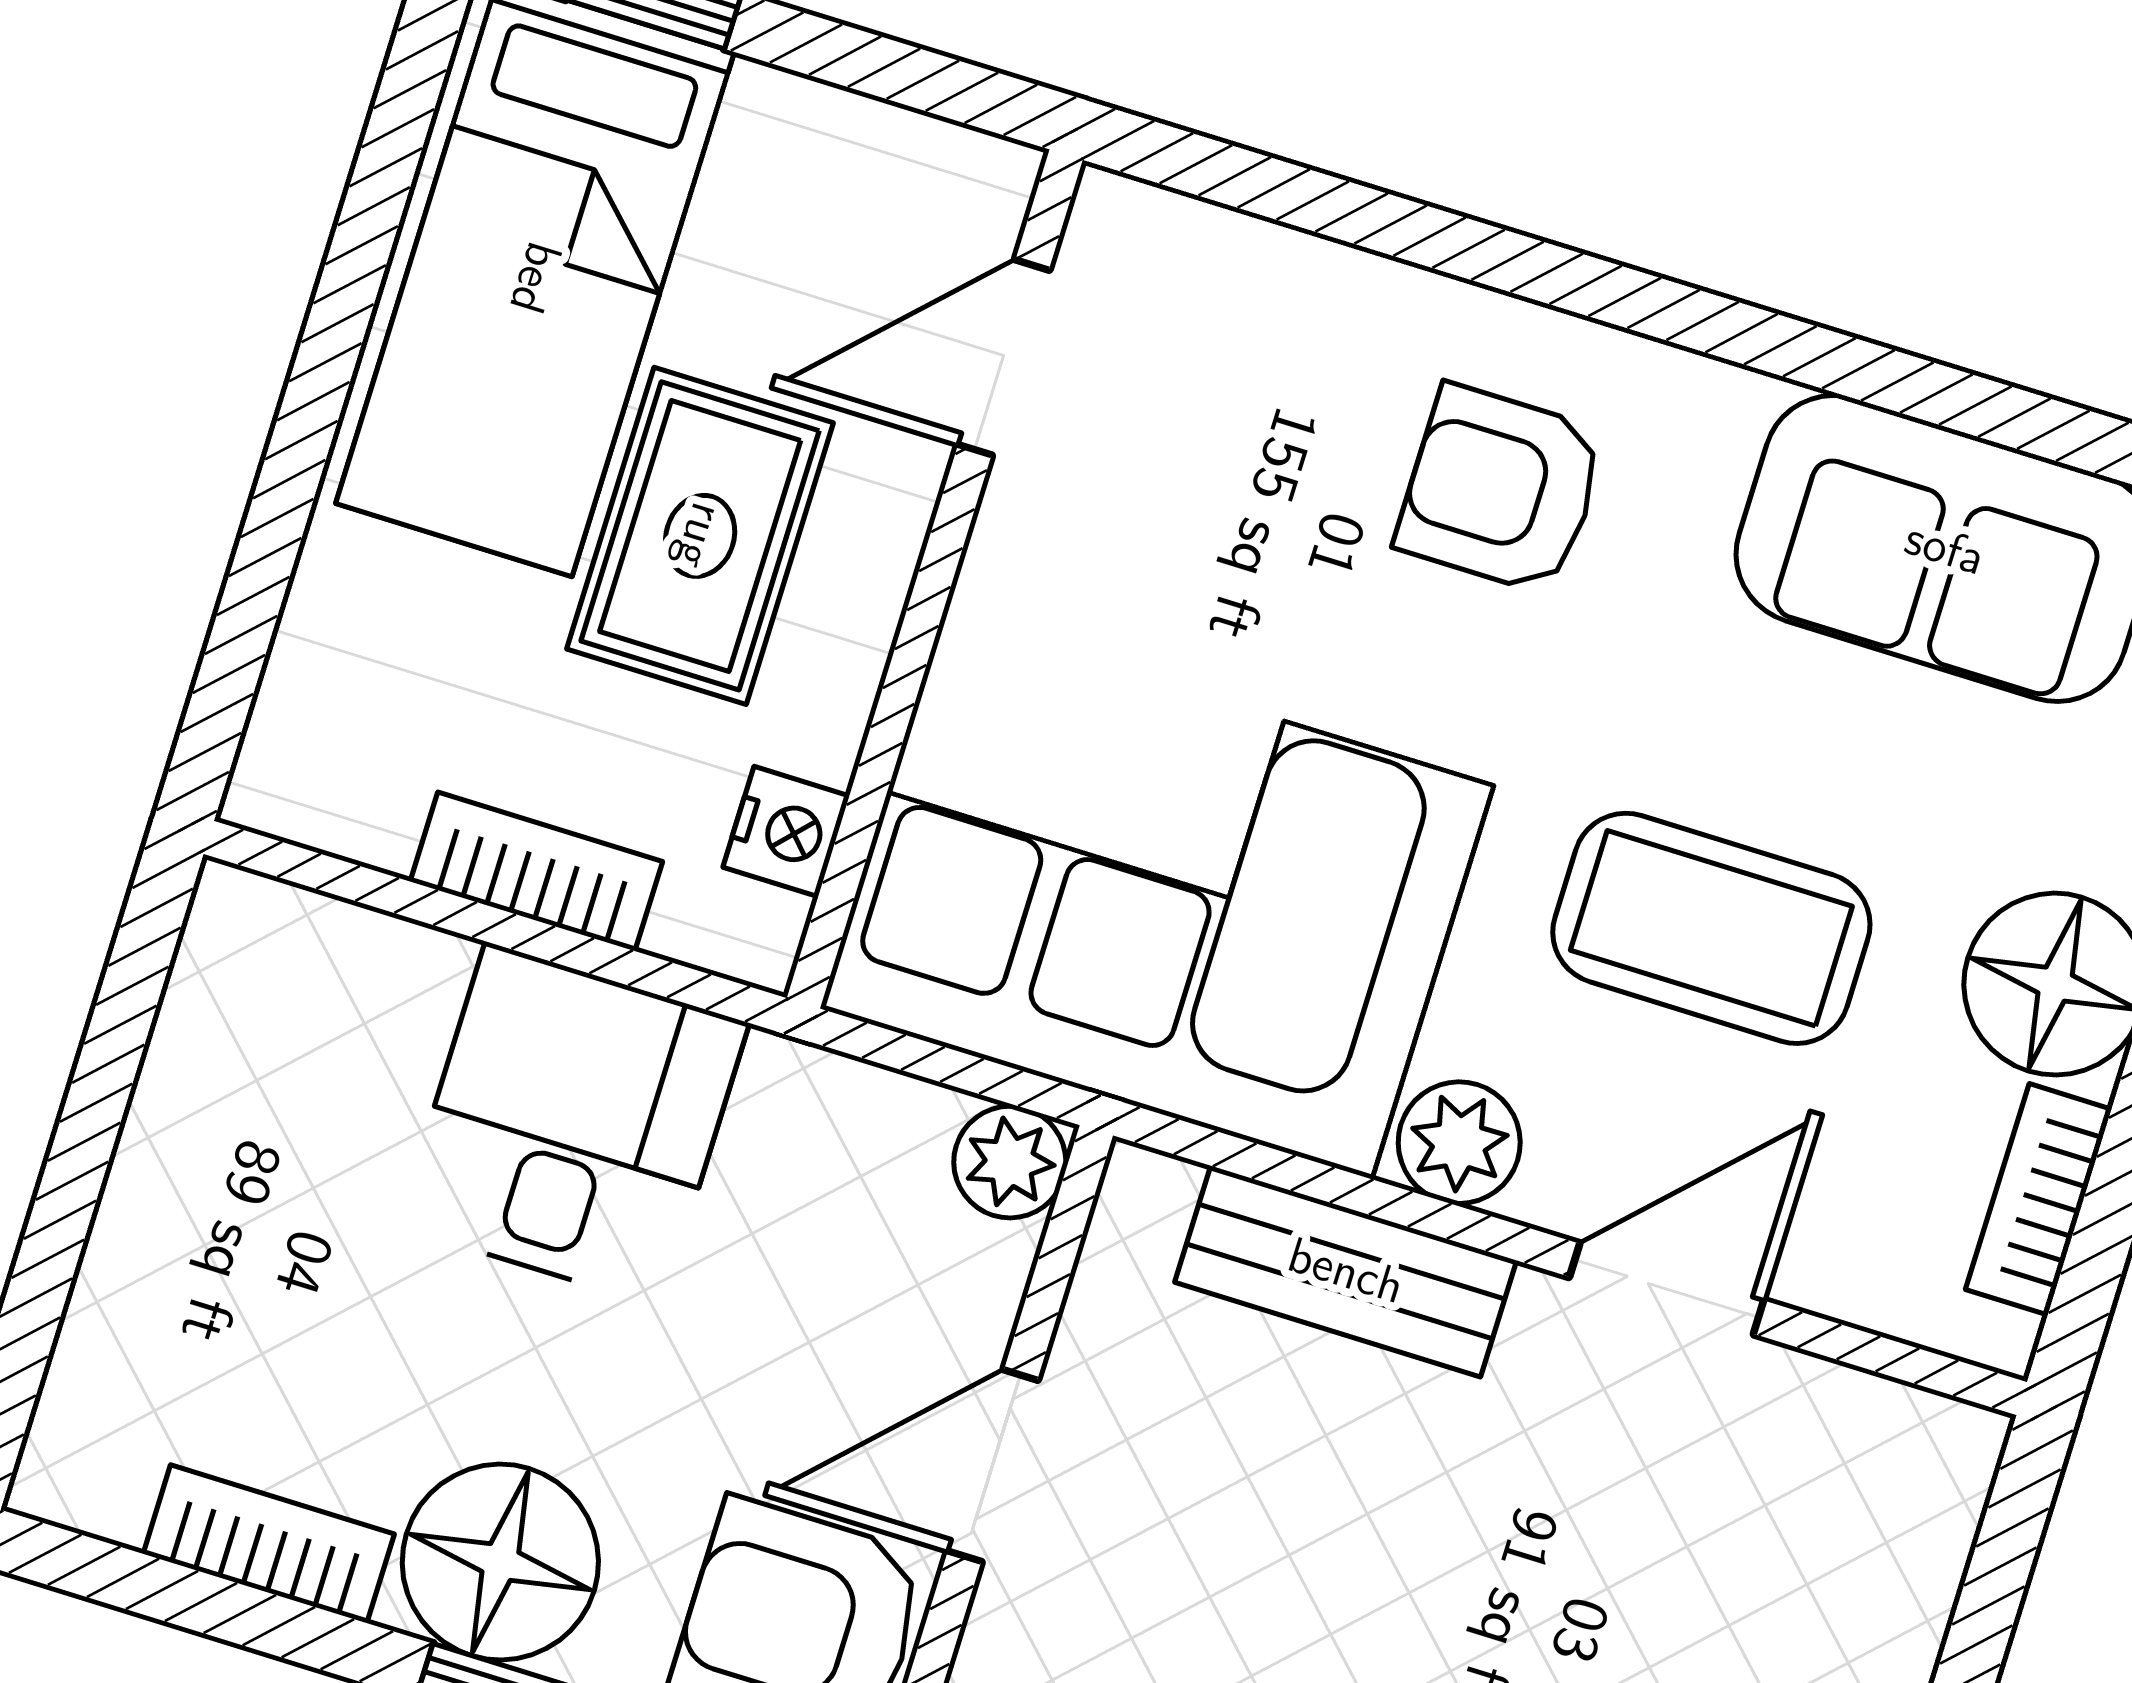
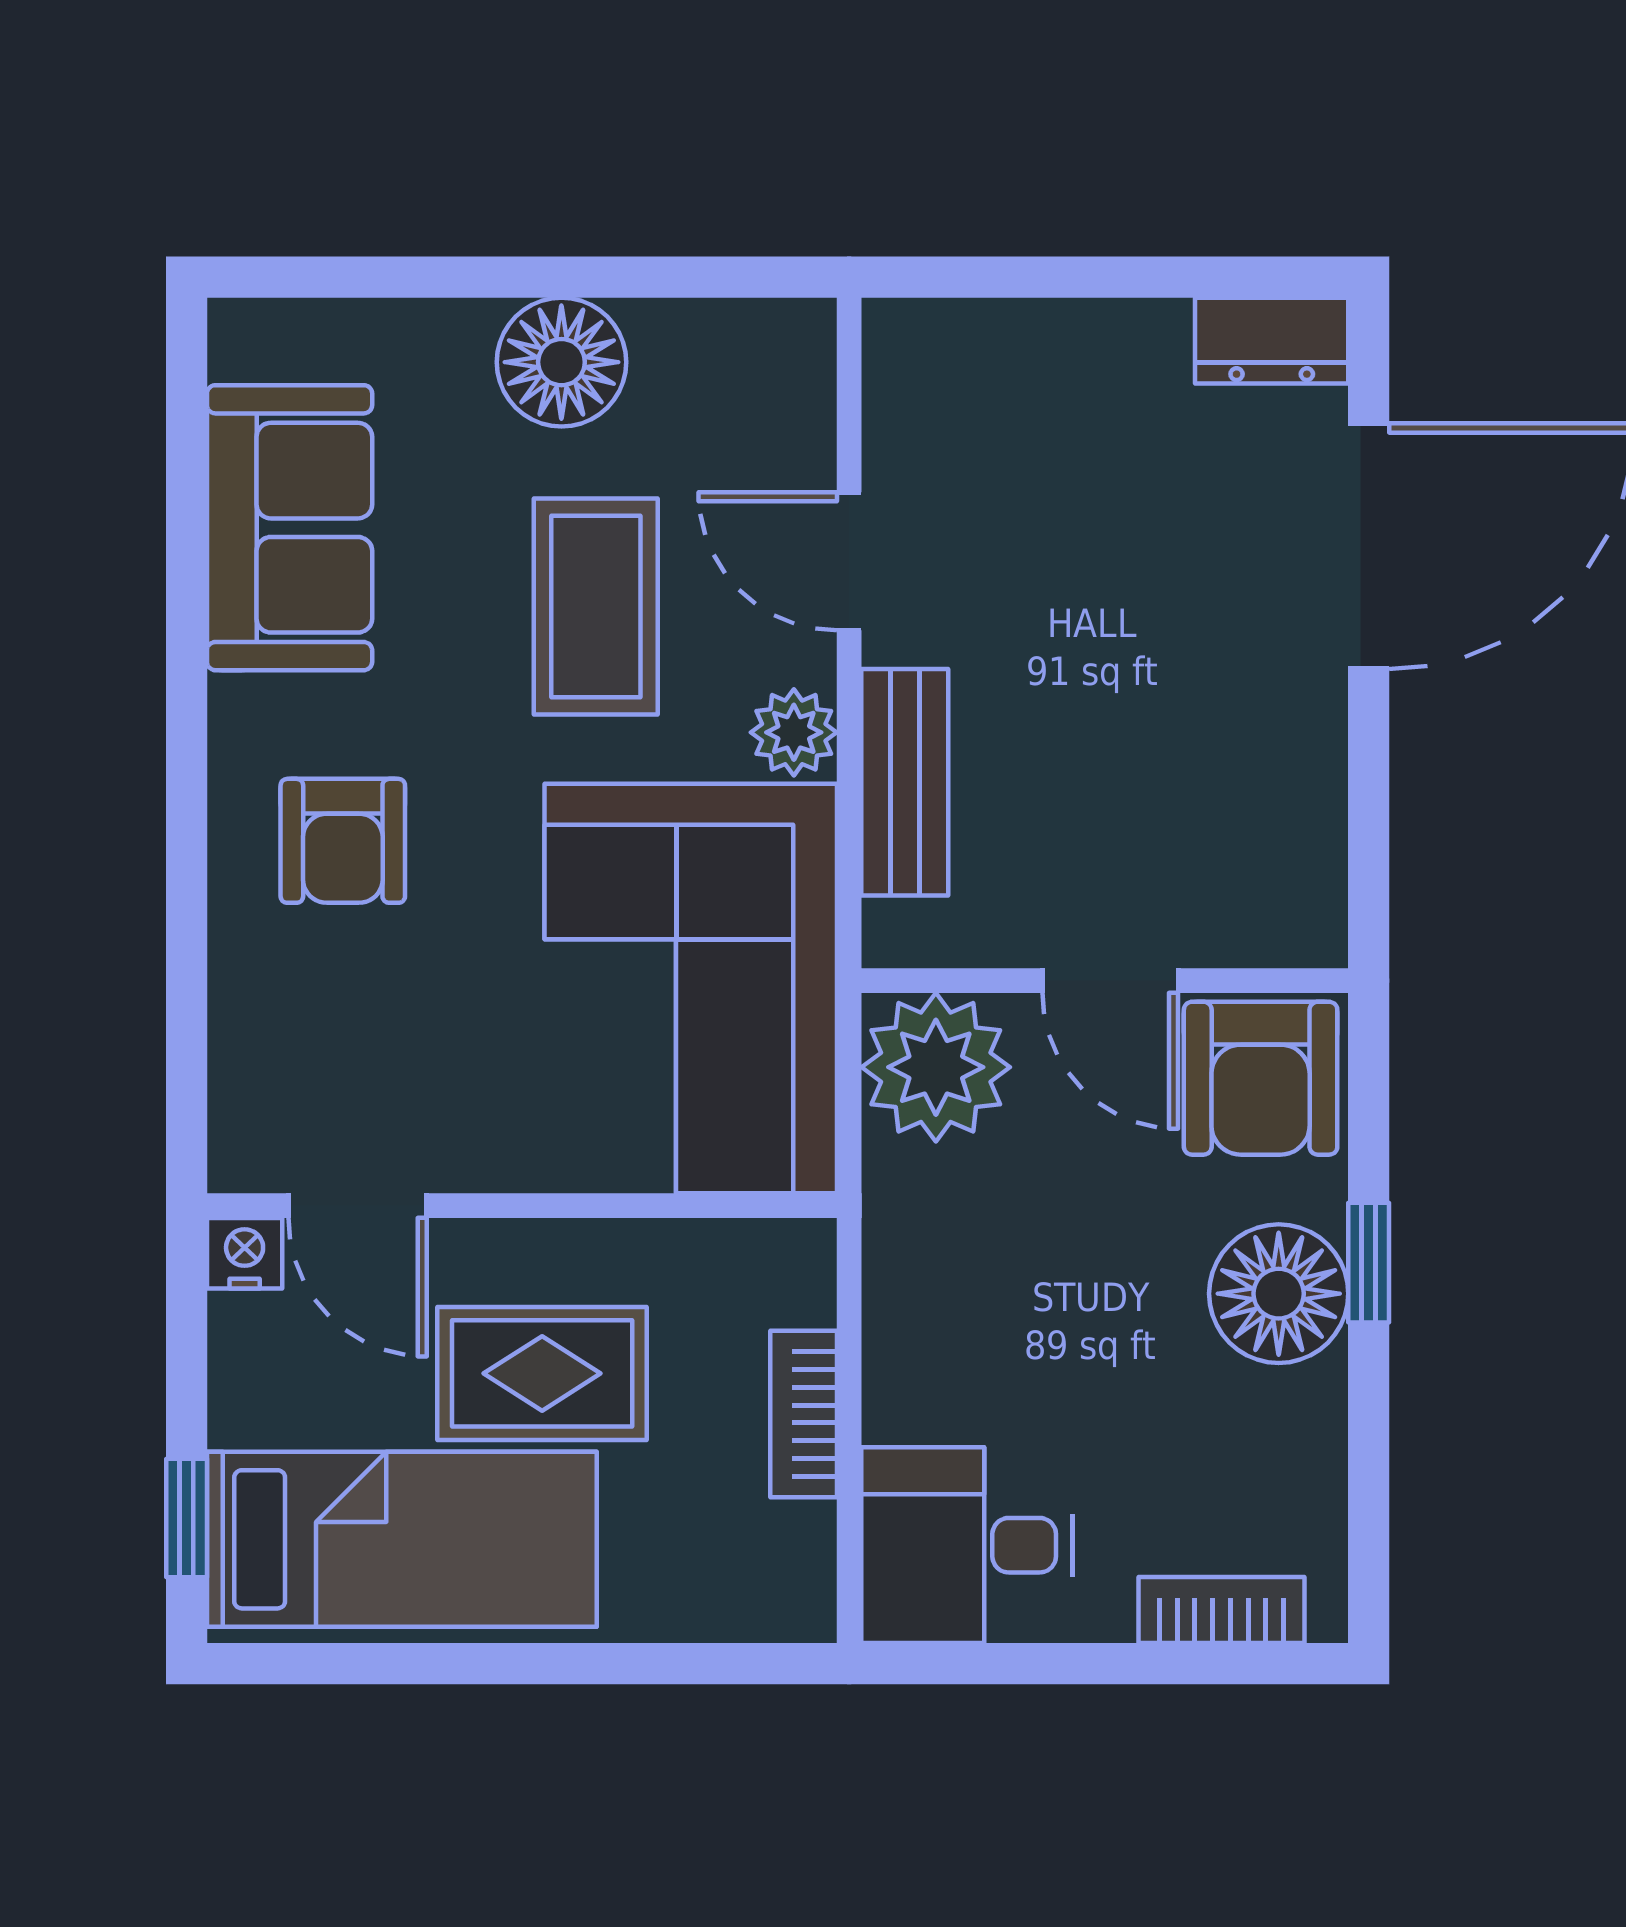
nightstand: (786, 832) -> (245, 1253), moved
desk: (573, 1124) -> (967, 1545), moved
plant: (1010, 1162) -> (936, 1067), width x1.87, depth x1.87
bookcase: (2039, 1199) -> (711, 328), removed
bookcase: (269, 1544) -> (1222, 1610), moved, turned 90

